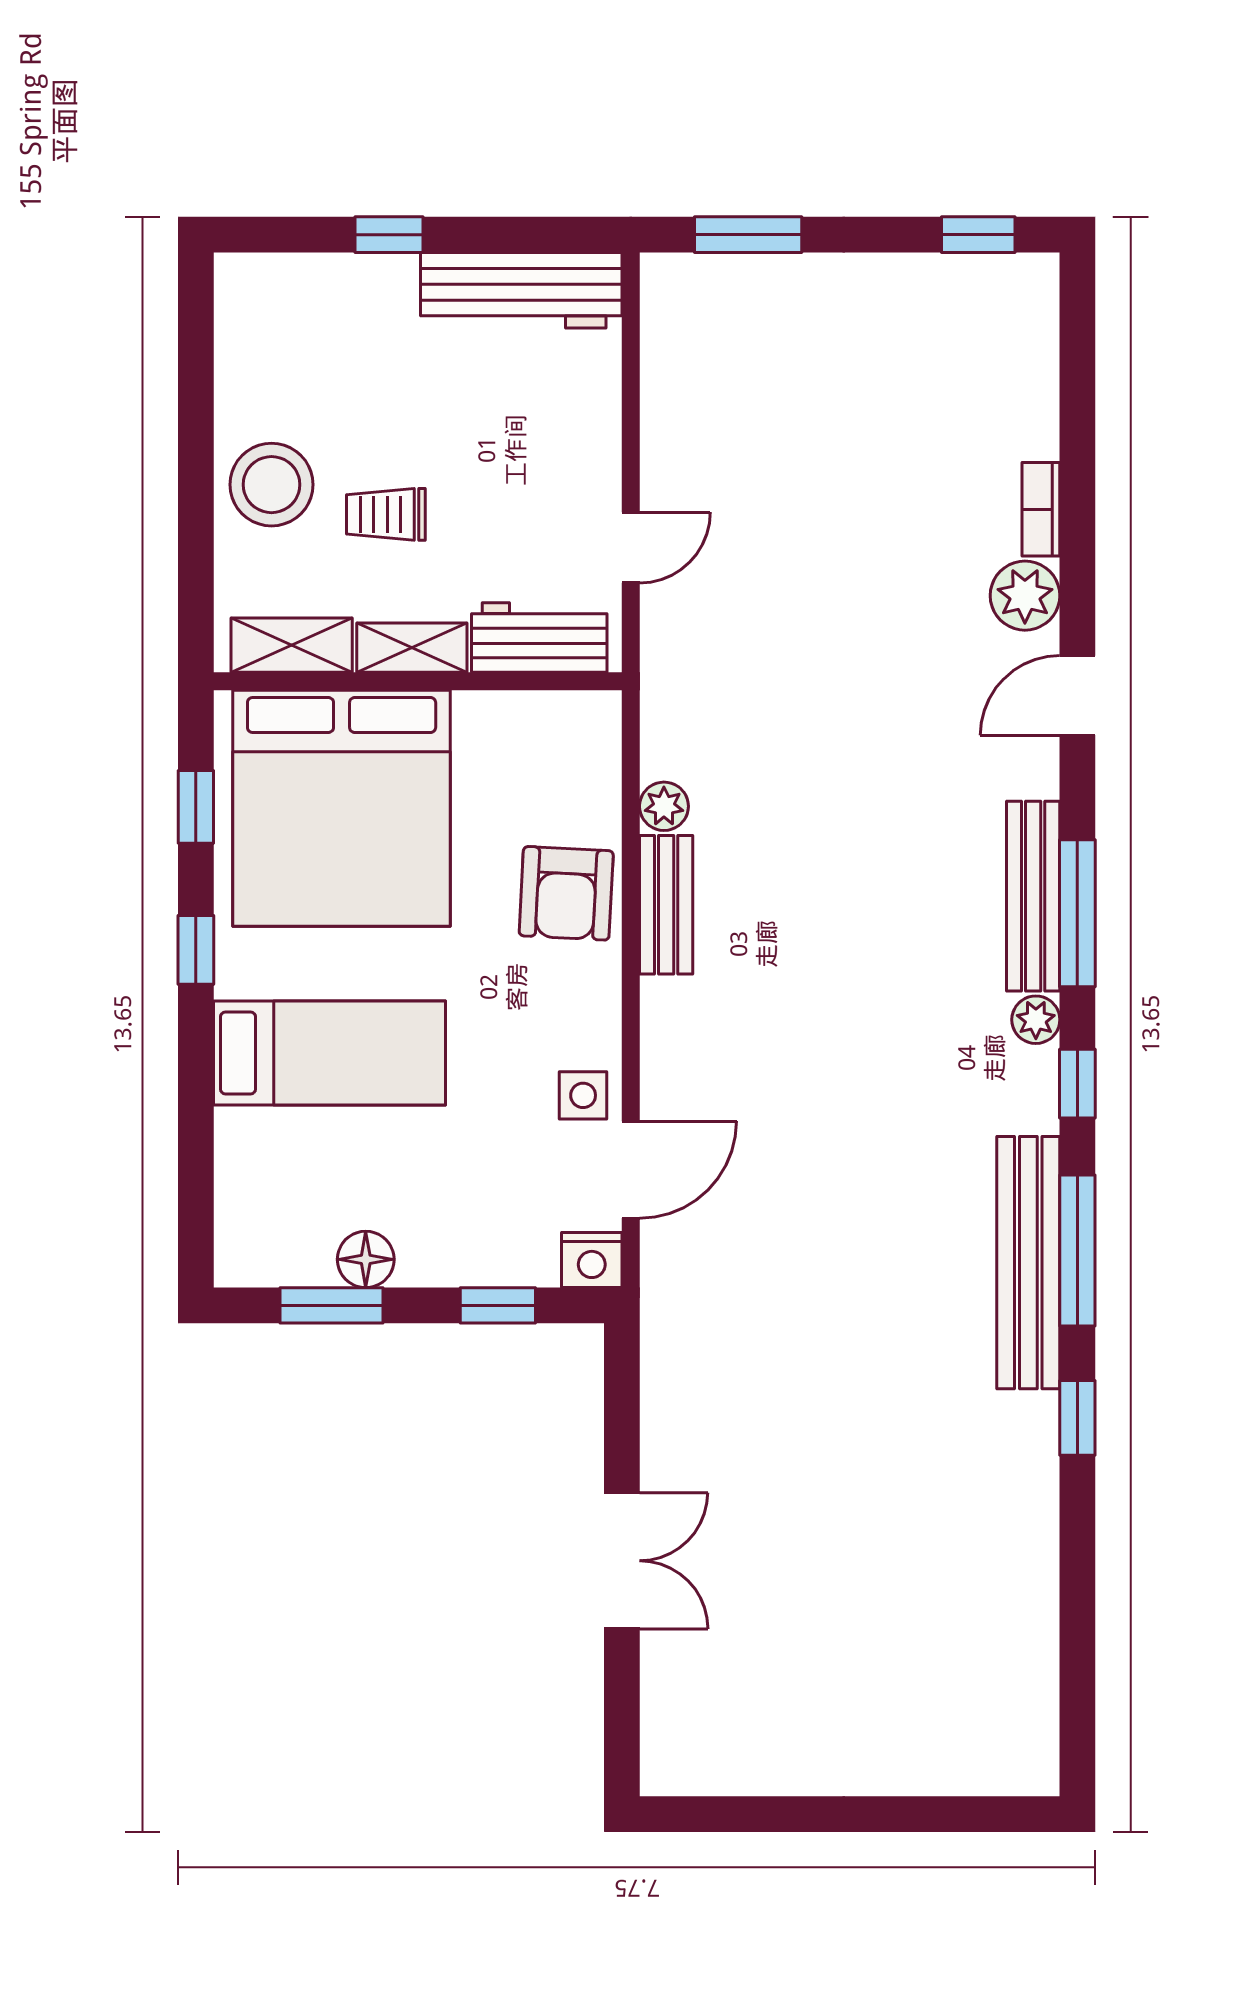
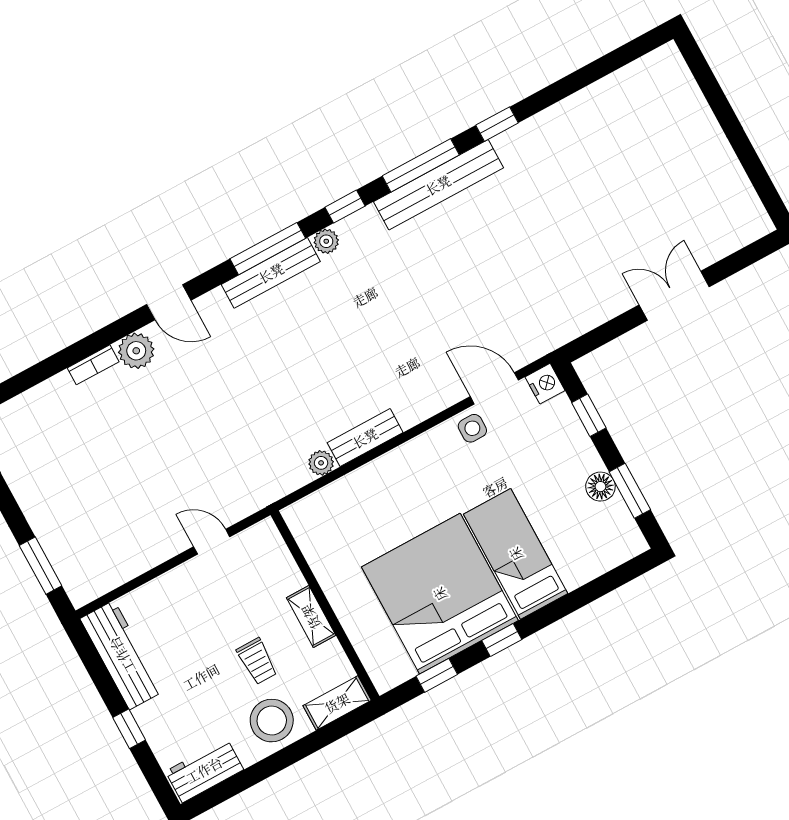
workbench: (539, 637) -> (204, 770), moved, turned 90
shelving: (292, 645) -> (337, 703), moved, turned 90
bed: (342, 808) -> (440, 594), moved, turned -90
armchair: (566, 893) -> (385, 486), removed

